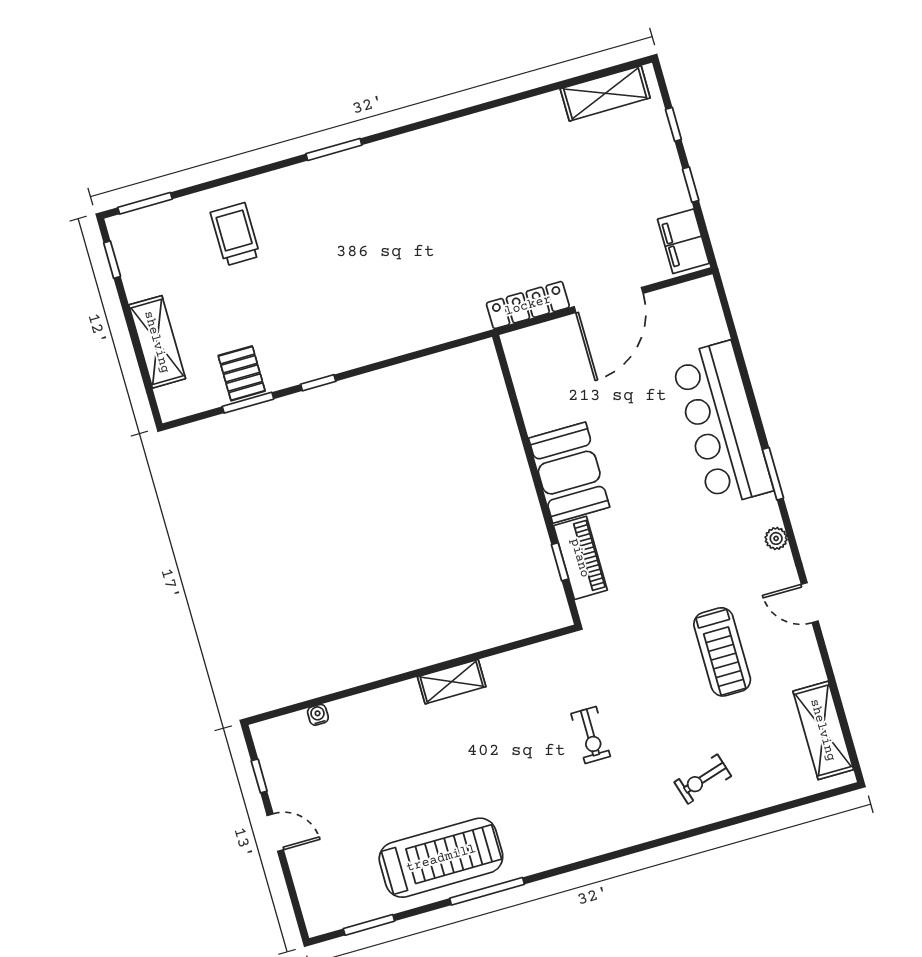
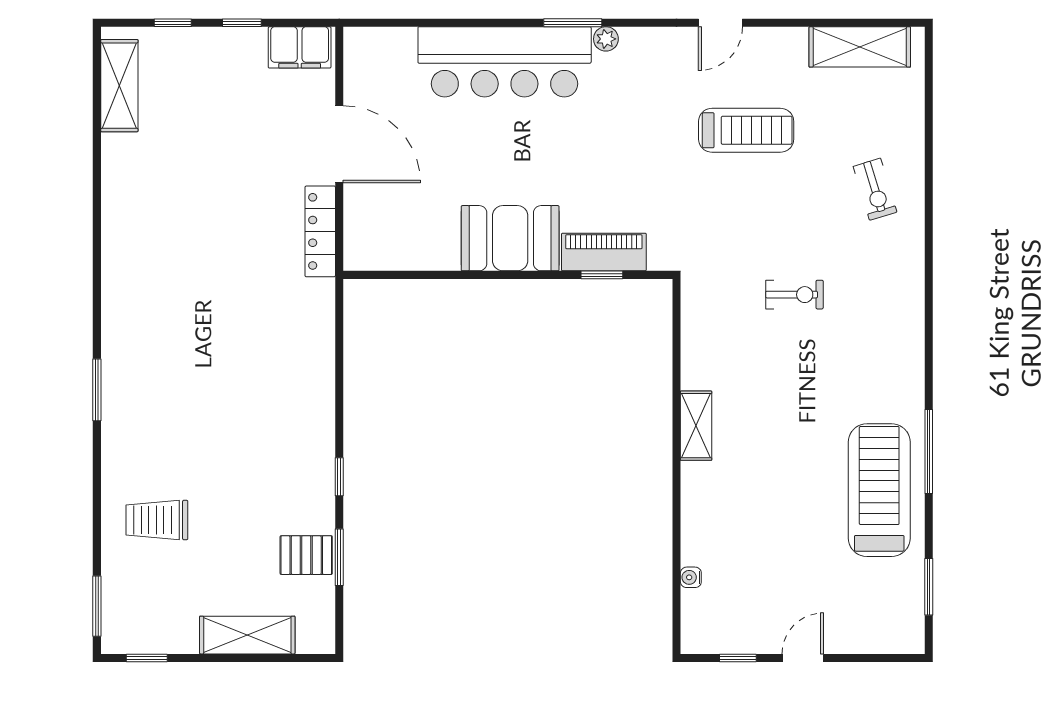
plant: (776, 538) -> (606, 39), moved

